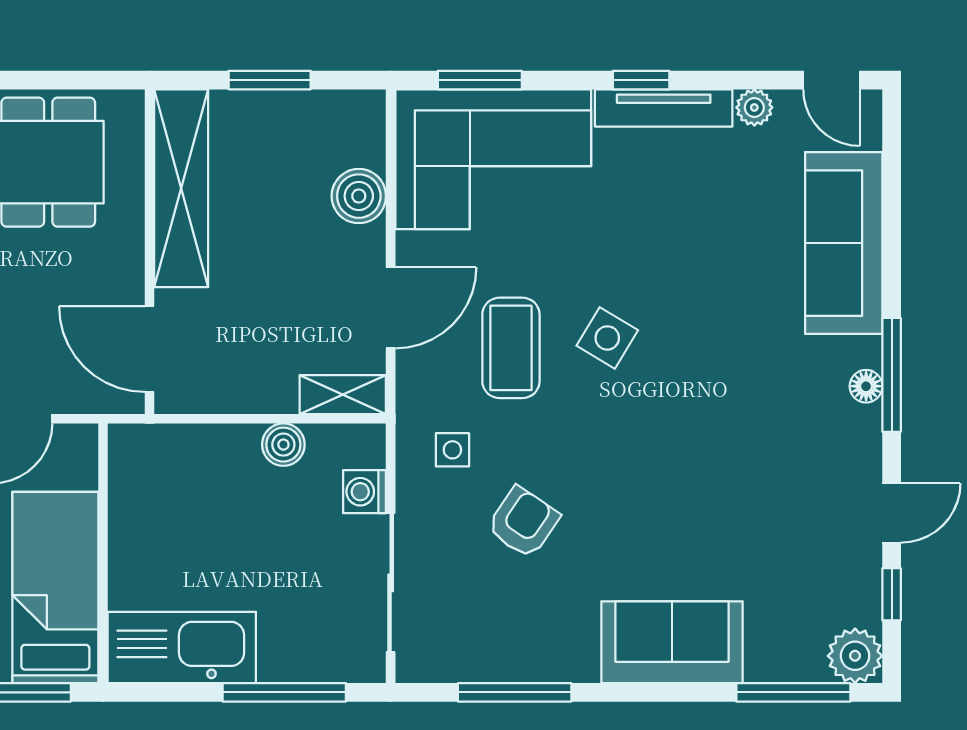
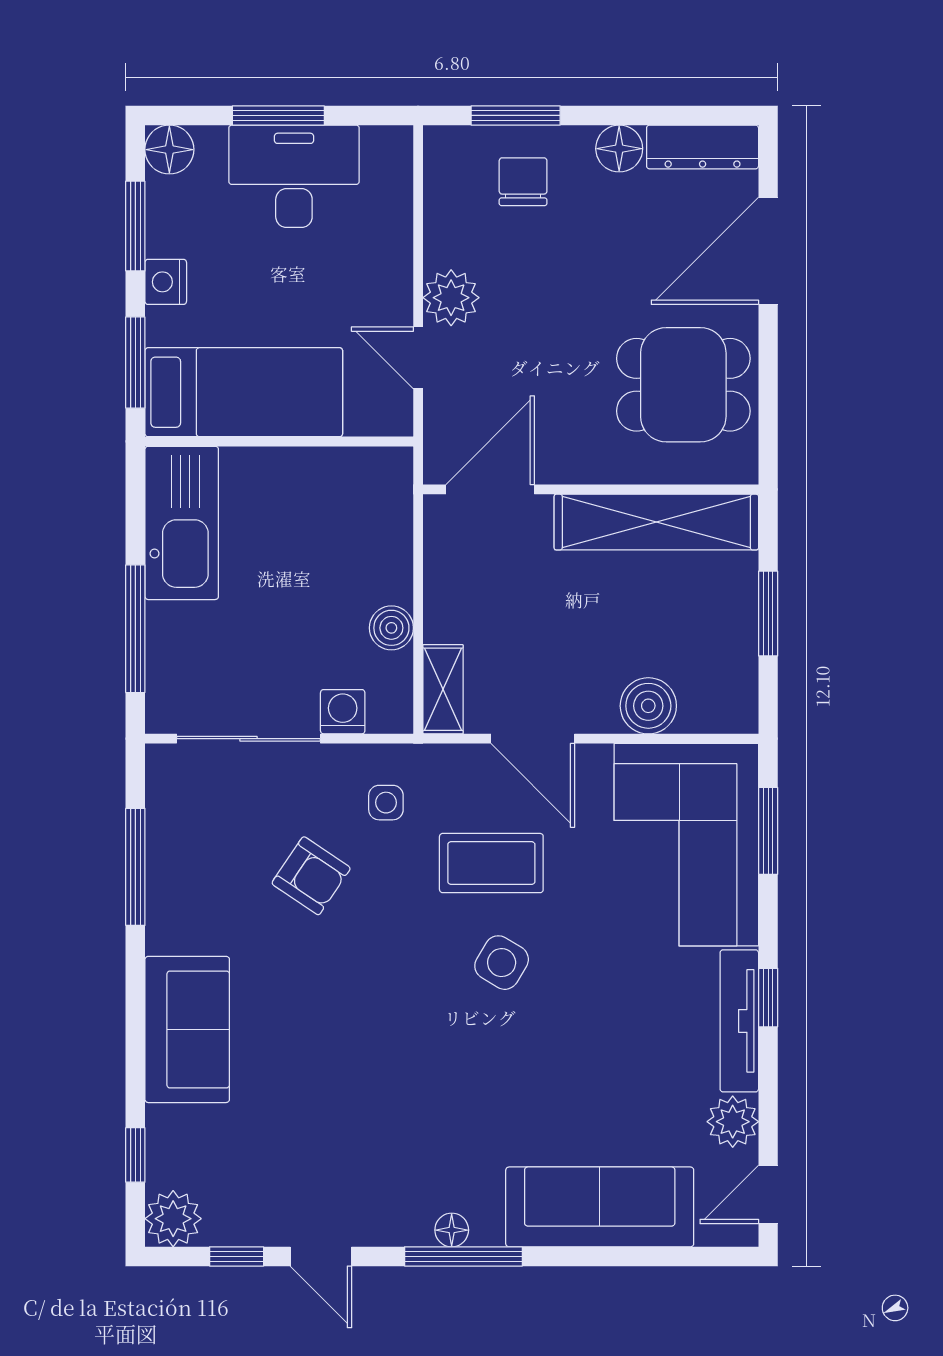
plant: (754, 107) -> (733, 1122), width x1.38, depth x1.38
window: (793, 692) -> (135, 1155), width x0.46

